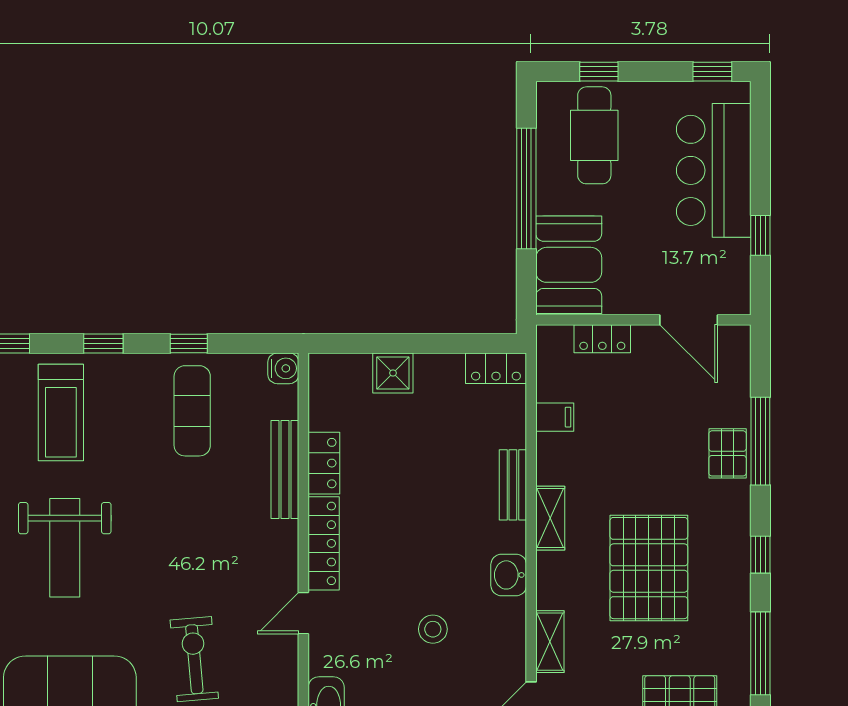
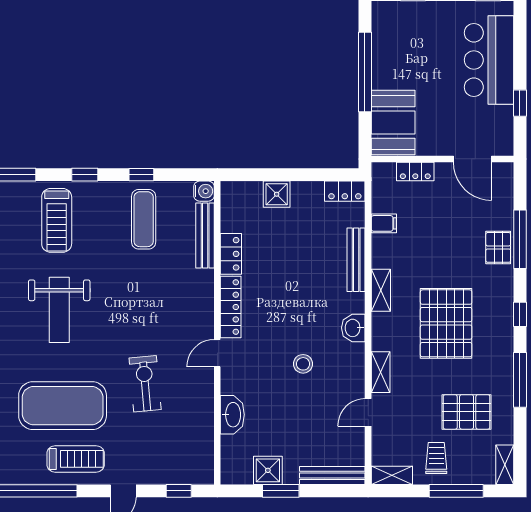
cafe table: (594, 135) -> (410, 37), removed
bench: (285, 470) -> (205, 236), moved
bench: (513, 485) -> (356, 260), width x1.36

